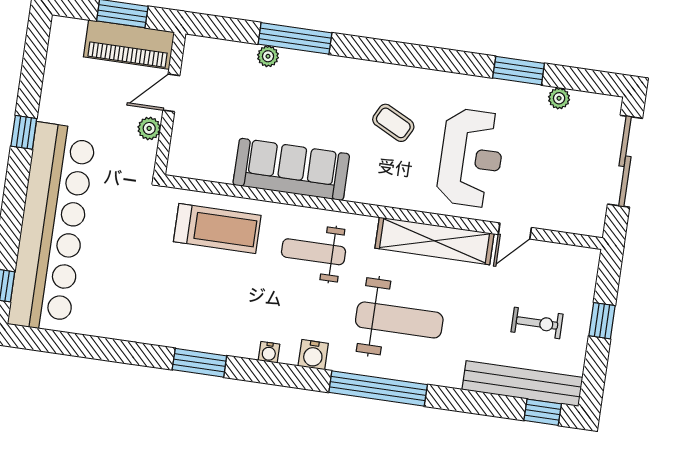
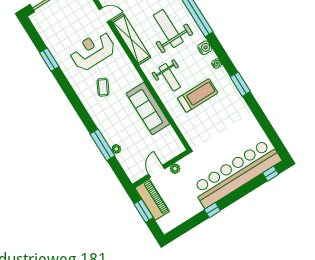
door: (171, 93) -> (157, 171), swing flipped
plant: (559, 98) -> (47, 38), removed
treadmill: (217, 229) -> (198, 96), moved, turned 90

